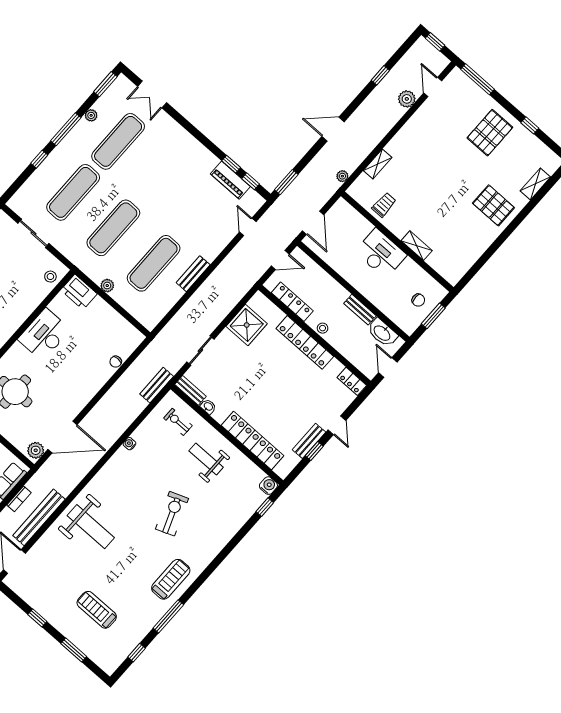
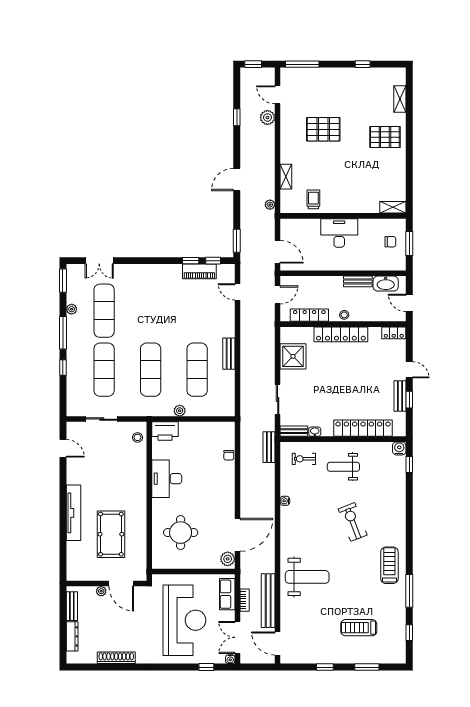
pallet: (490, 133) -> (323, 129), moved, turned 90
shelving: (417, 246) -> (393, 207), moved

